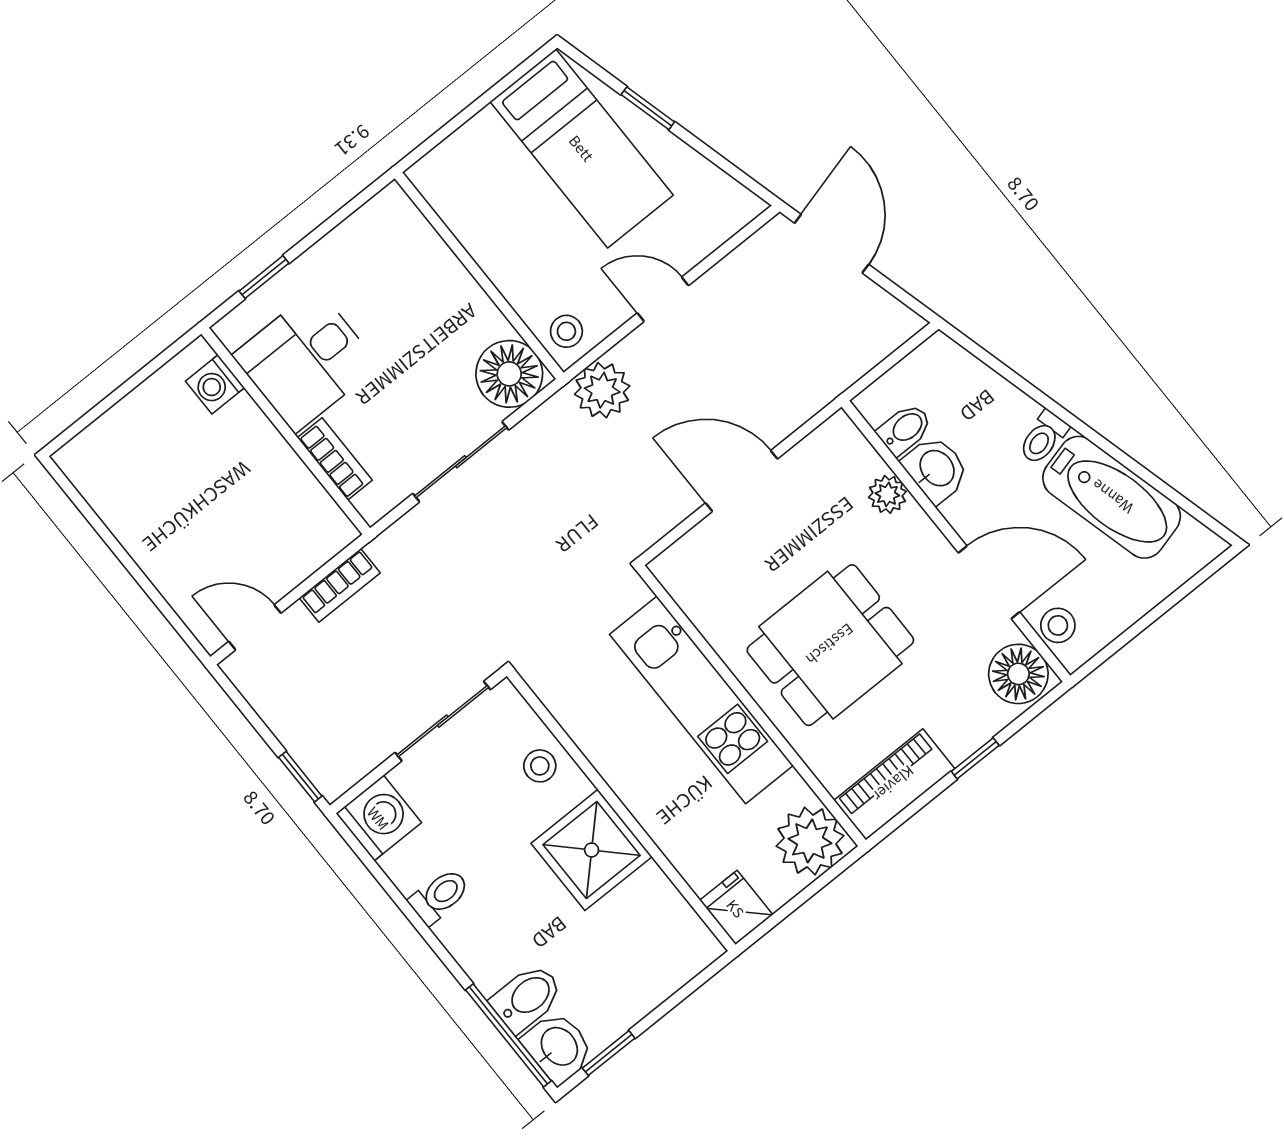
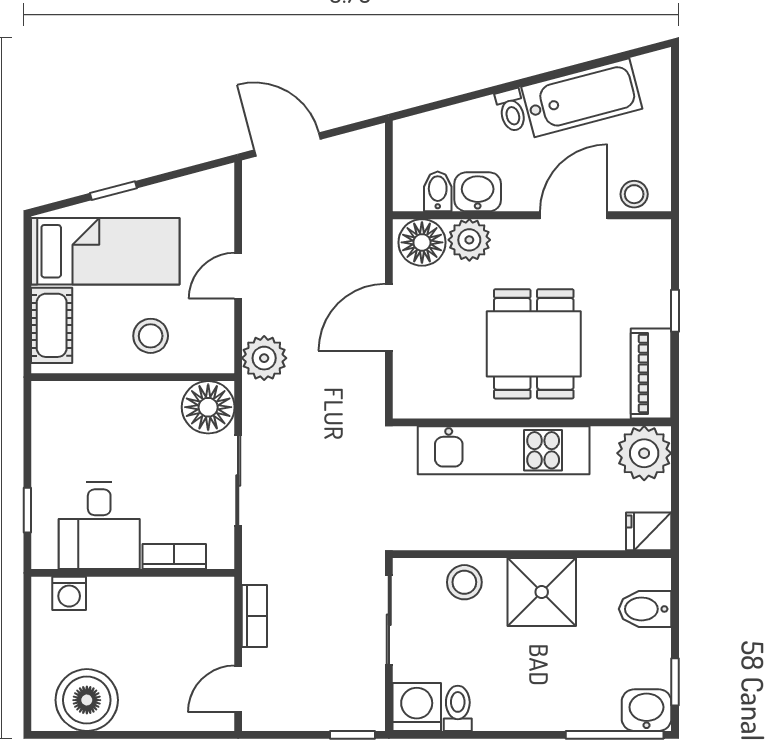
cot: (466, 154) -> (52, 325), added
stool: (566, 331) -> (151, 336), moved, width x1.37, depth x1.37
boiler: (124, 487) -> (87, 700), added
plant: (887, 494) -> (469, 240), width x1.38, depth x1.38
floor lamp: (1018, 674) -> (422, 242), moved
stool: (540, 766) -> (464, 582), width x1.37, depth x1.37
toilet: (439, 896) -> (458, 708), moved
bidet: (527, 998) -> (645, 609), moved, turned -90

